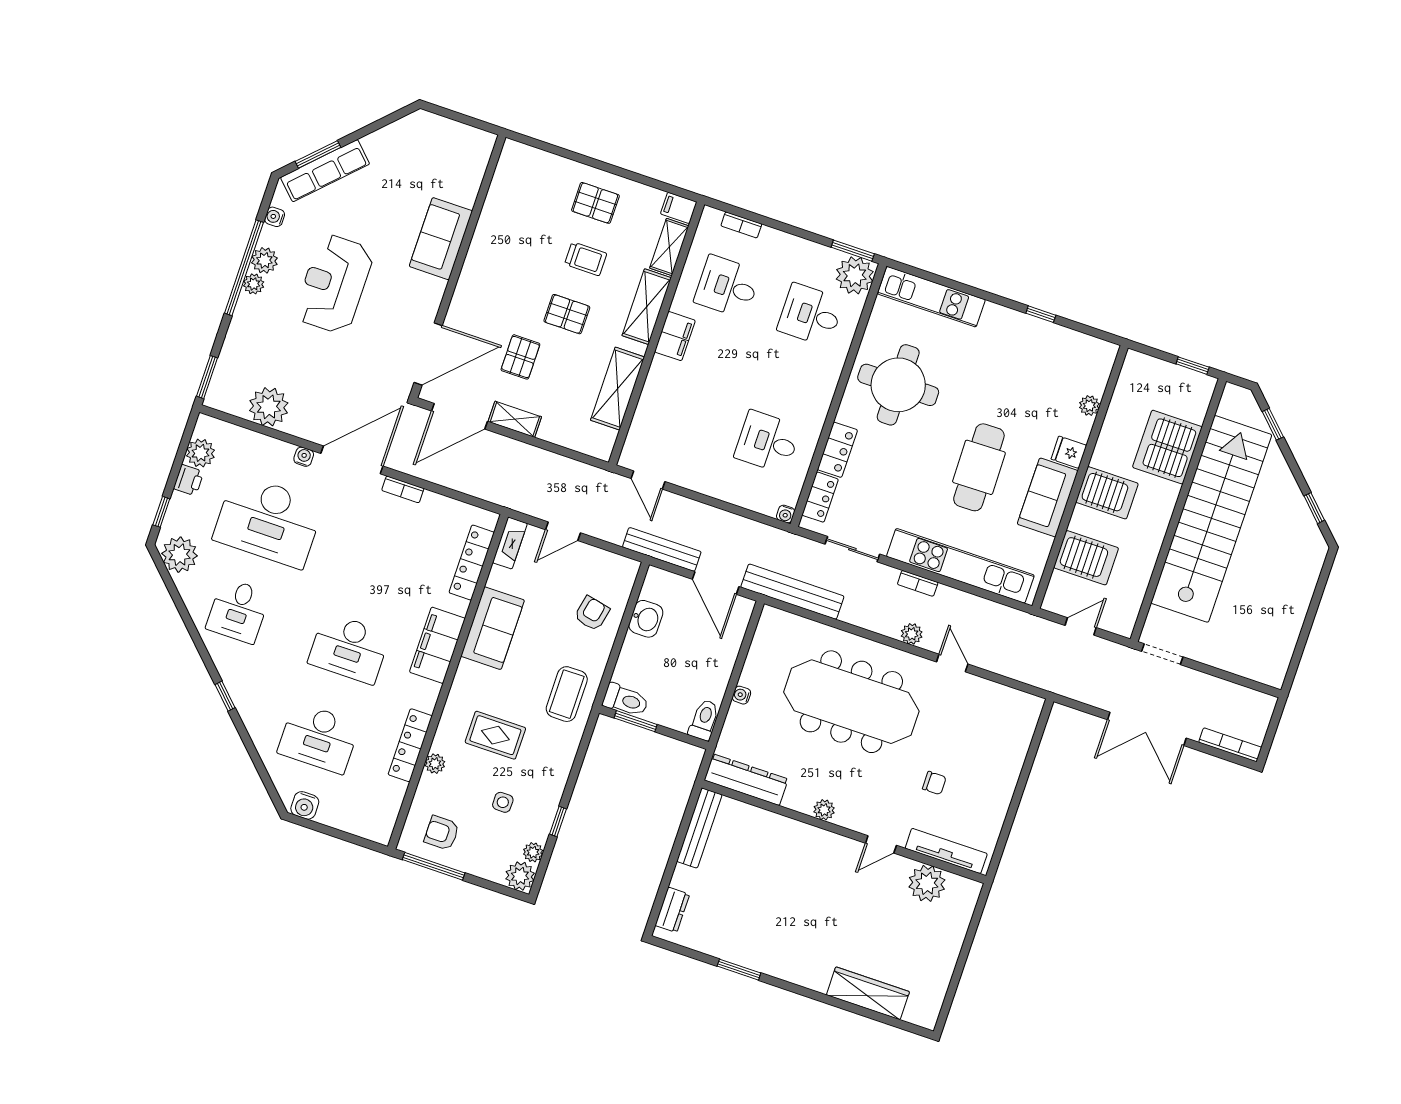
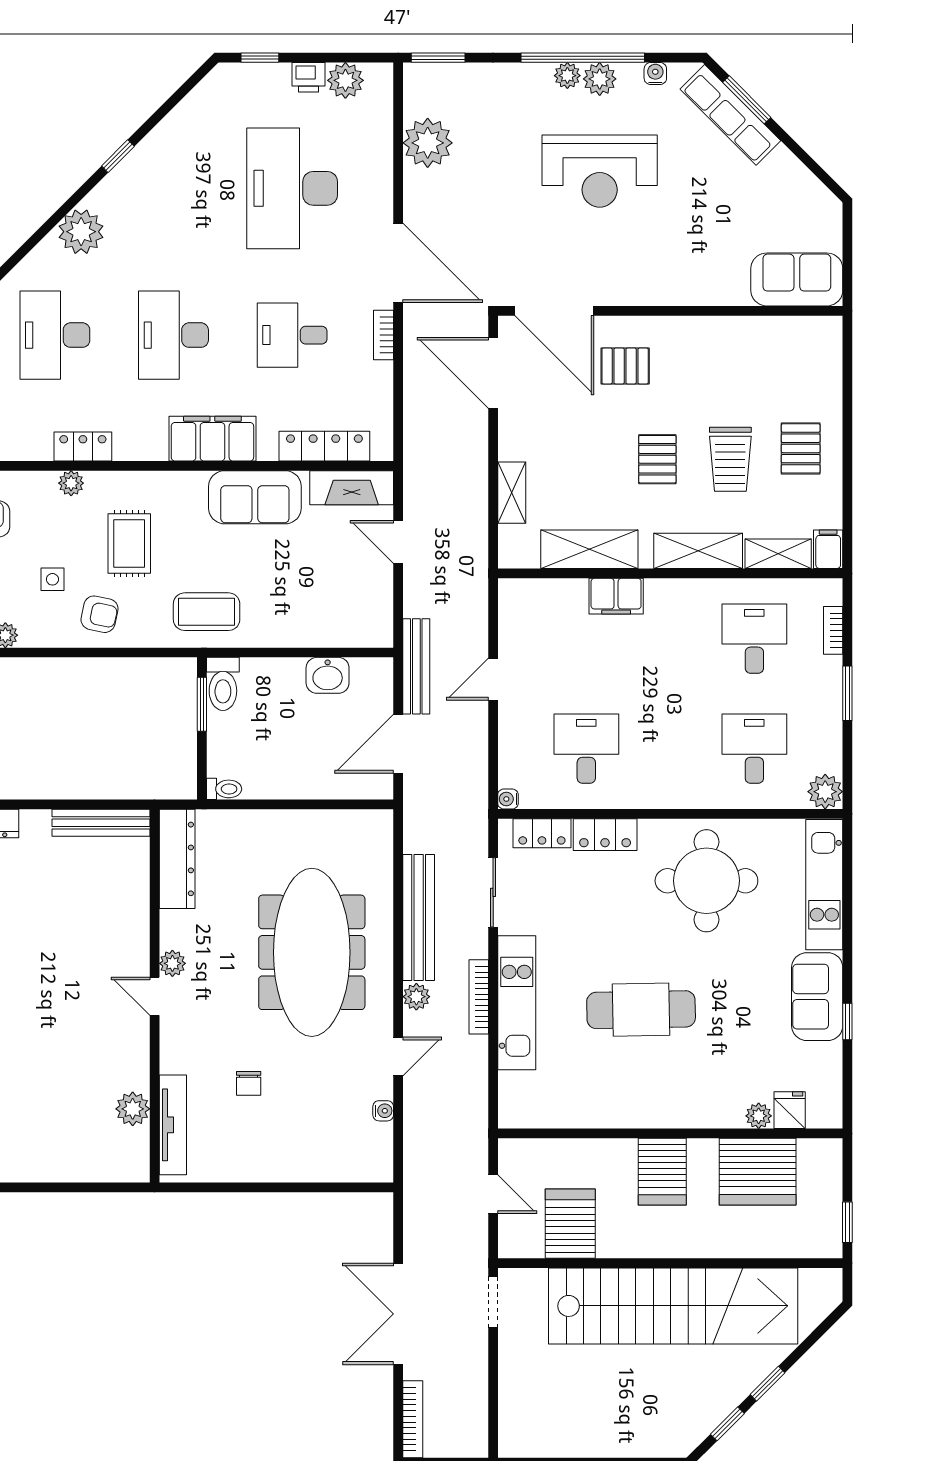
sofa: (441, 239) -> (797, 279), moved
window: (853, 251) -> (847, 693), moved
trolley: (586, 259) -> (730, 459), width x1.36, depth x1.39
plant: (855, 275) -> (825, 792), width x0.73, depth x0.73
reception desk: (334, 284) -> (600, 171), turned 180
filing cabinet: (675, 336) -> (616, 596), moved
pallet: (520, 357) -> (625, 366), moved
shelving: (515, 419) -> (512, 493), moved
window: (1273, 424) -> (768, 1384), moved
server rack: (1167, 447) -> (758, 1172), moved, turned 180
fridge: (1069, 452) -> (790, 1110), moved
water cooler: (304, 457) -> (382, 204), removed
door: (648, 480) -> (493, 679), moved
sofa: (1048, 497) -> (817, 997), moved, turned -90
fireplace: (510, 543) -> (352, 488), width x1.37, depth x1.32
plant: (180, 555) -> (81, 232), moved
server rack: (1086, 558) -> (570, 1224), moved, turned 180
kitchen unit: (960, 566) -> (517, 1003), width x0.73
bookcase: (918, 583) -> (479, 997), width x1.56
bench: (792, 592) -> (419, 918), moved
desk: (238, 611) -> (292, 335), moved
armchair: (592, 613) -> (100, 614), moved
water cooler: (741, 695) -> (383, 1111), moved, turned 90
window: (225, 696) -> (118, 156), moved
toilet: (704, 720) -> (224, 789), width x0.73, depth x0.72
locker: (410, 745) -> (83, 447), width x0.66
window: (558, 821) -> (52, 652), removed
door: (881, 844) -> (155, 996), moved
plant: (927, 883) -> (133, 1109), width x0.73, depth x0.73

